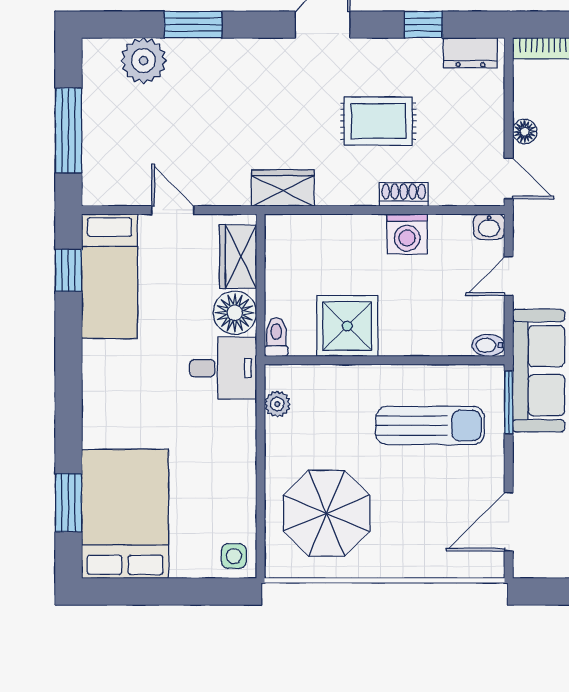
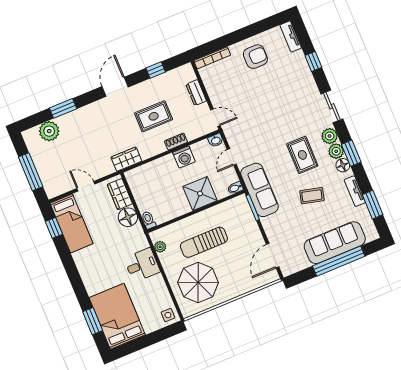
dresser: (470, 53) -> (196, 93), moved, turned 90
floor lamp: (525, 132) -> (214, 96), removed
shower: (347, 326) -> (200, 194), moved
desk: (223, 368) -> (142, 265), moved
sun lounger: (430, 426) -> (204, 242), moved, turned 180

